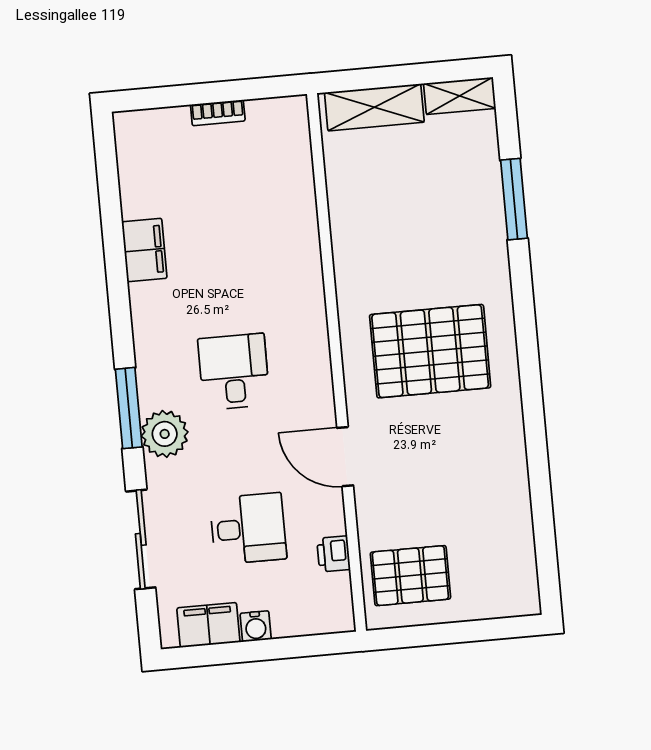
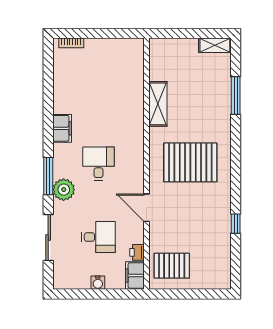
shelving: (374, 107) -> (158, 104), moved, turned 90
bookcase: (218, 113) -> (71, 43), moved
filing cabinet: (144, 250) -> (62, 128), moved
window: (539, 473) -> (236, 224), added
filing cabinet: (208, 625) -> (135, 275), moved, turned -90

